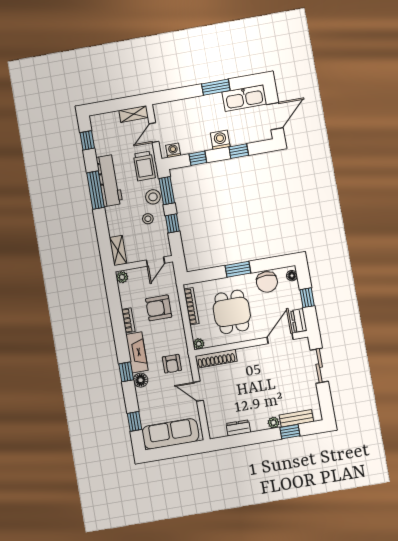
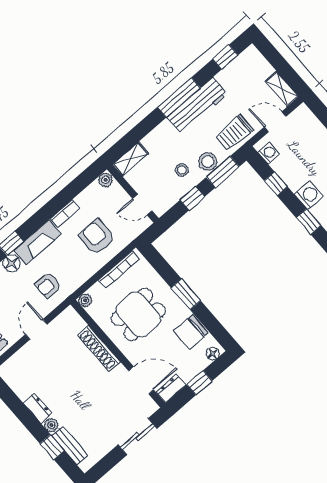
shoe rack: (216, 359) -> (99, 348), moved
dresser: (238, 428) -> (38, 408), moved

